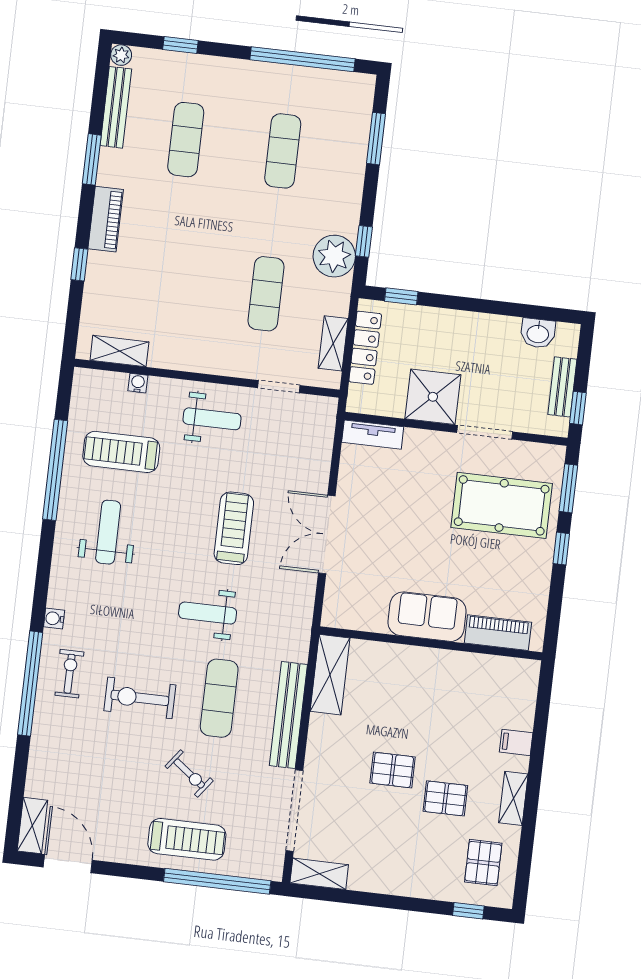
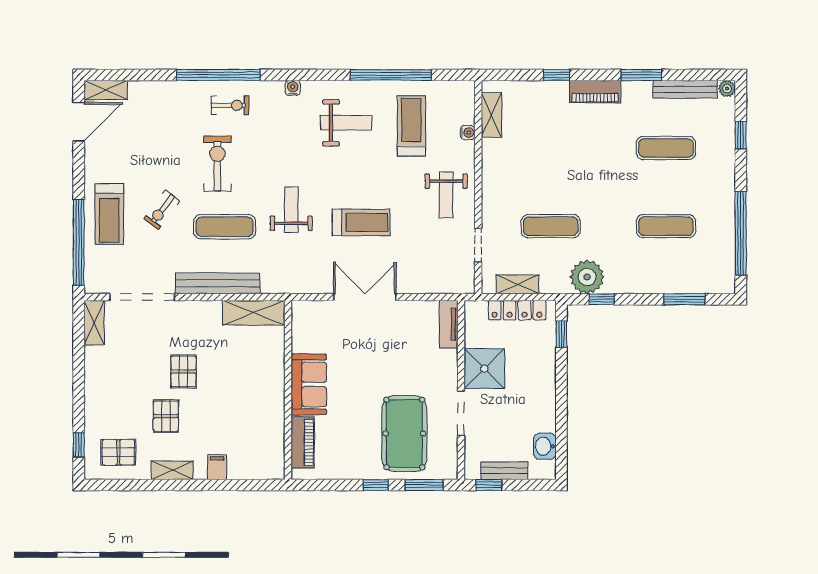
water cooler: (54, 618) -> (293, 88), moved

